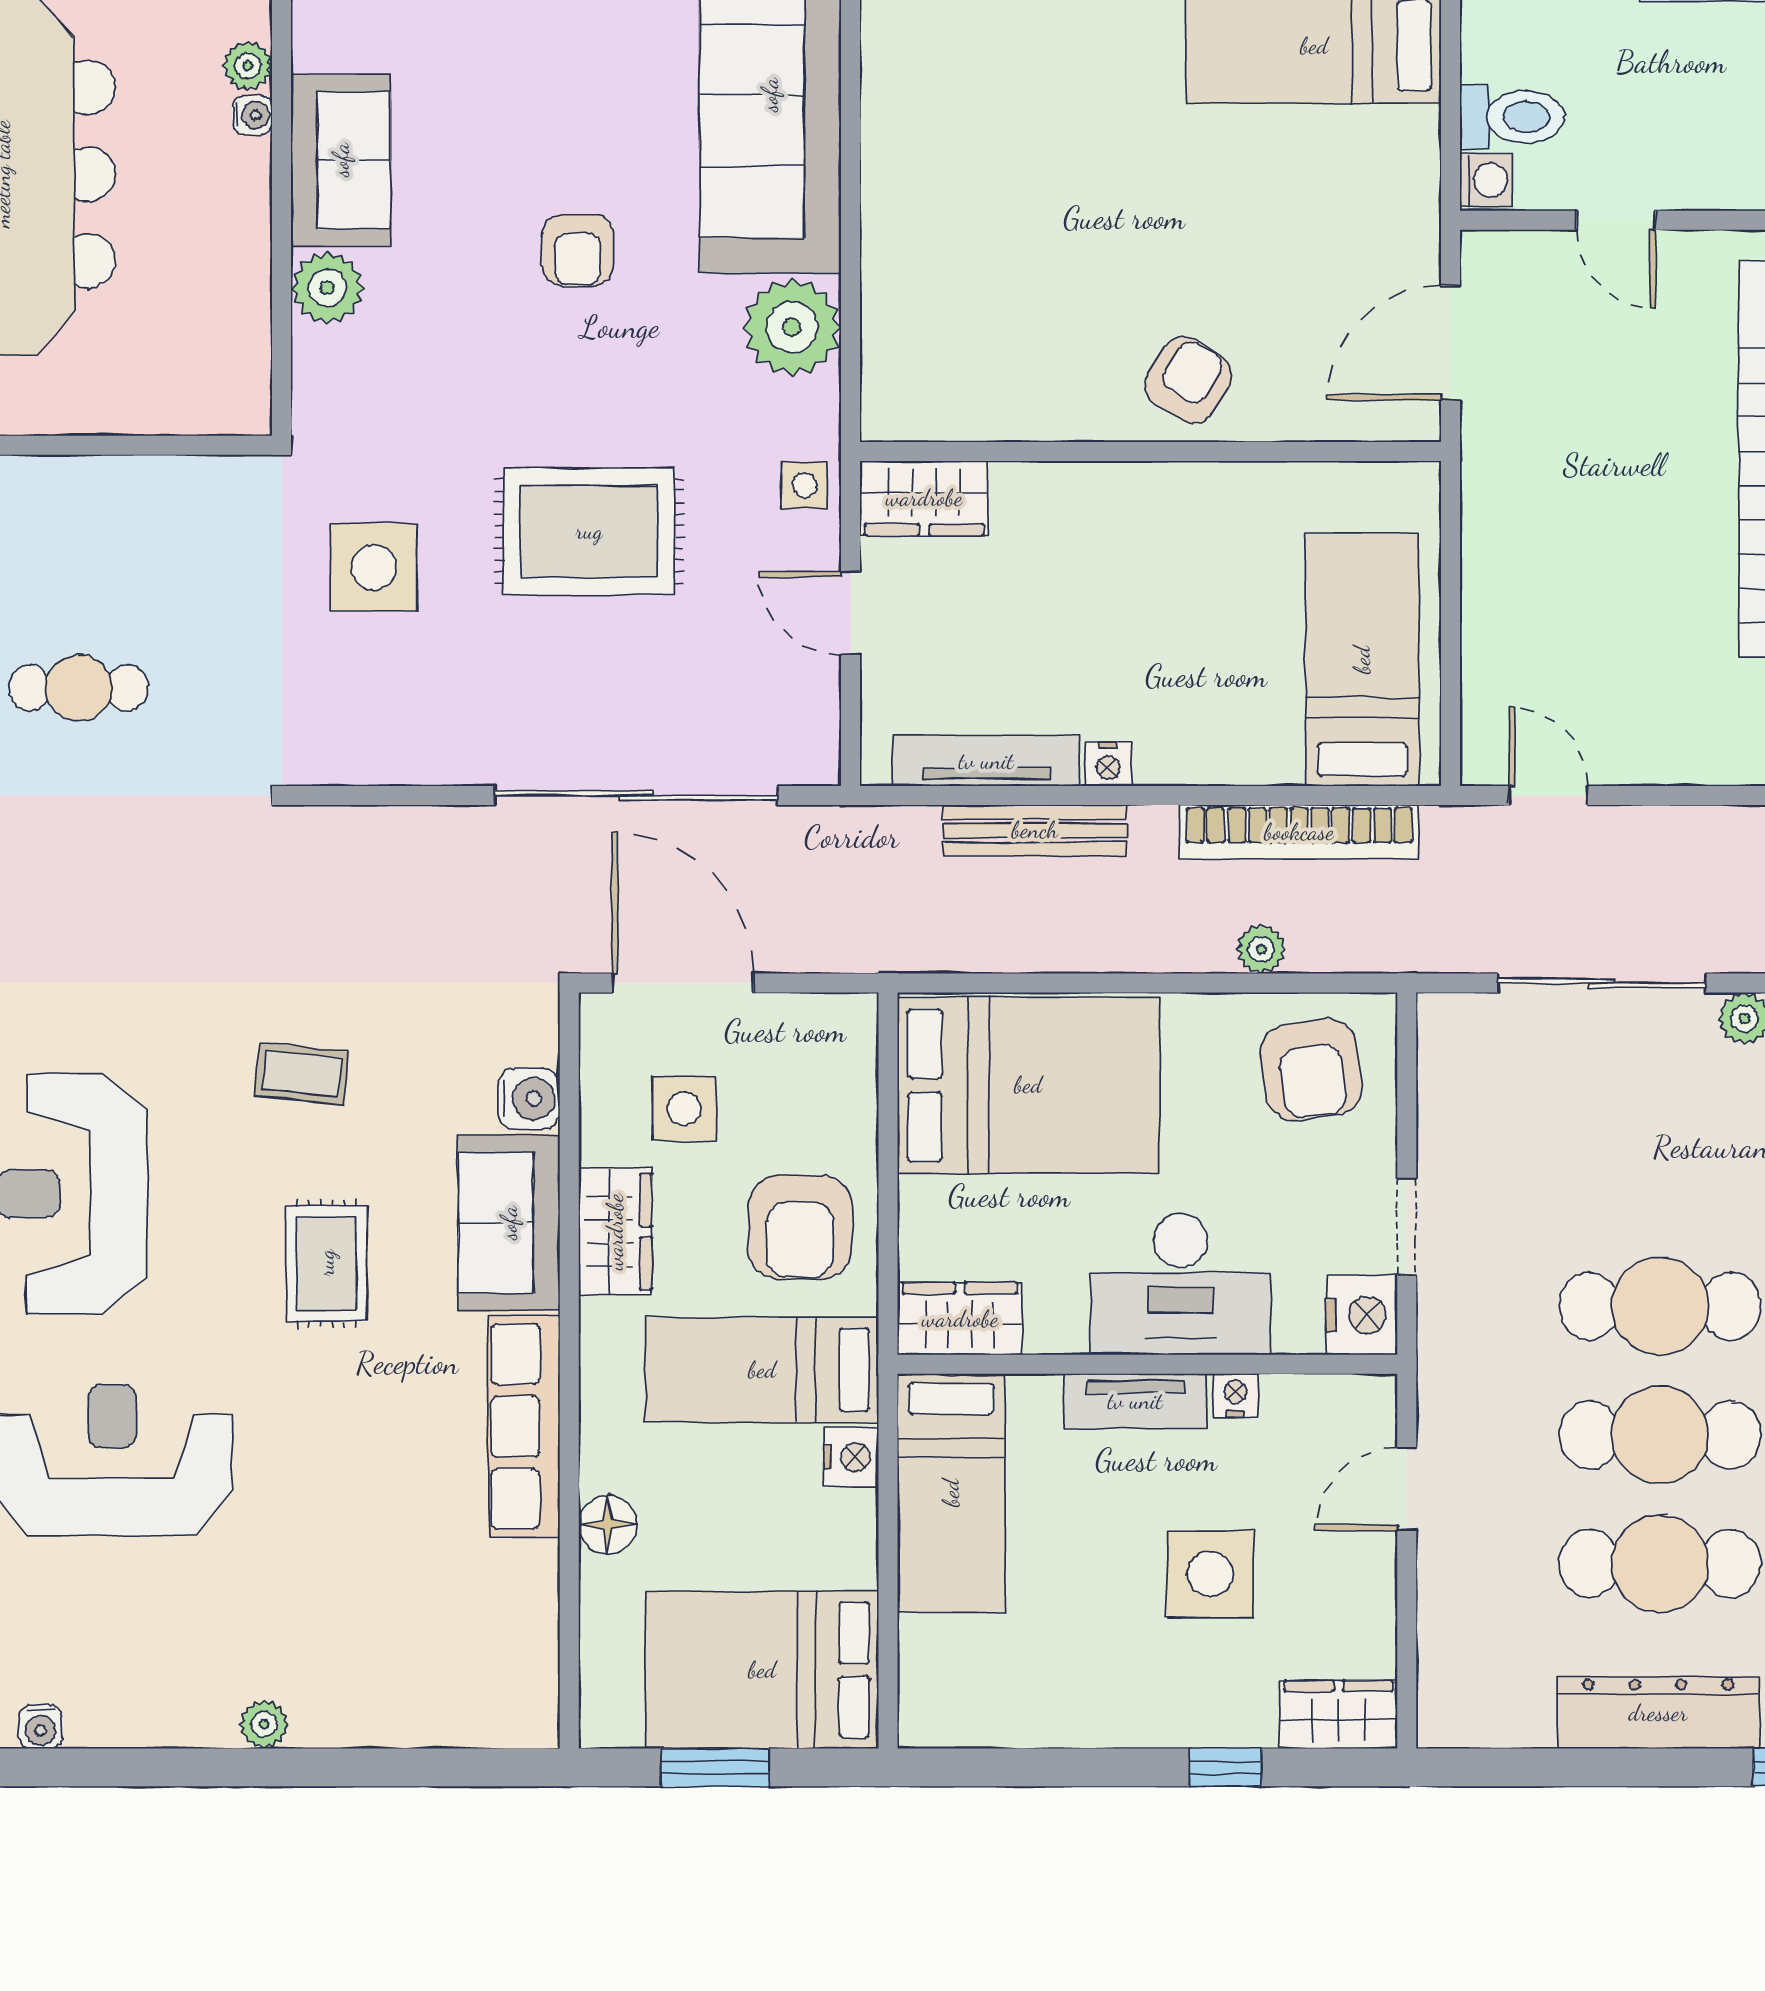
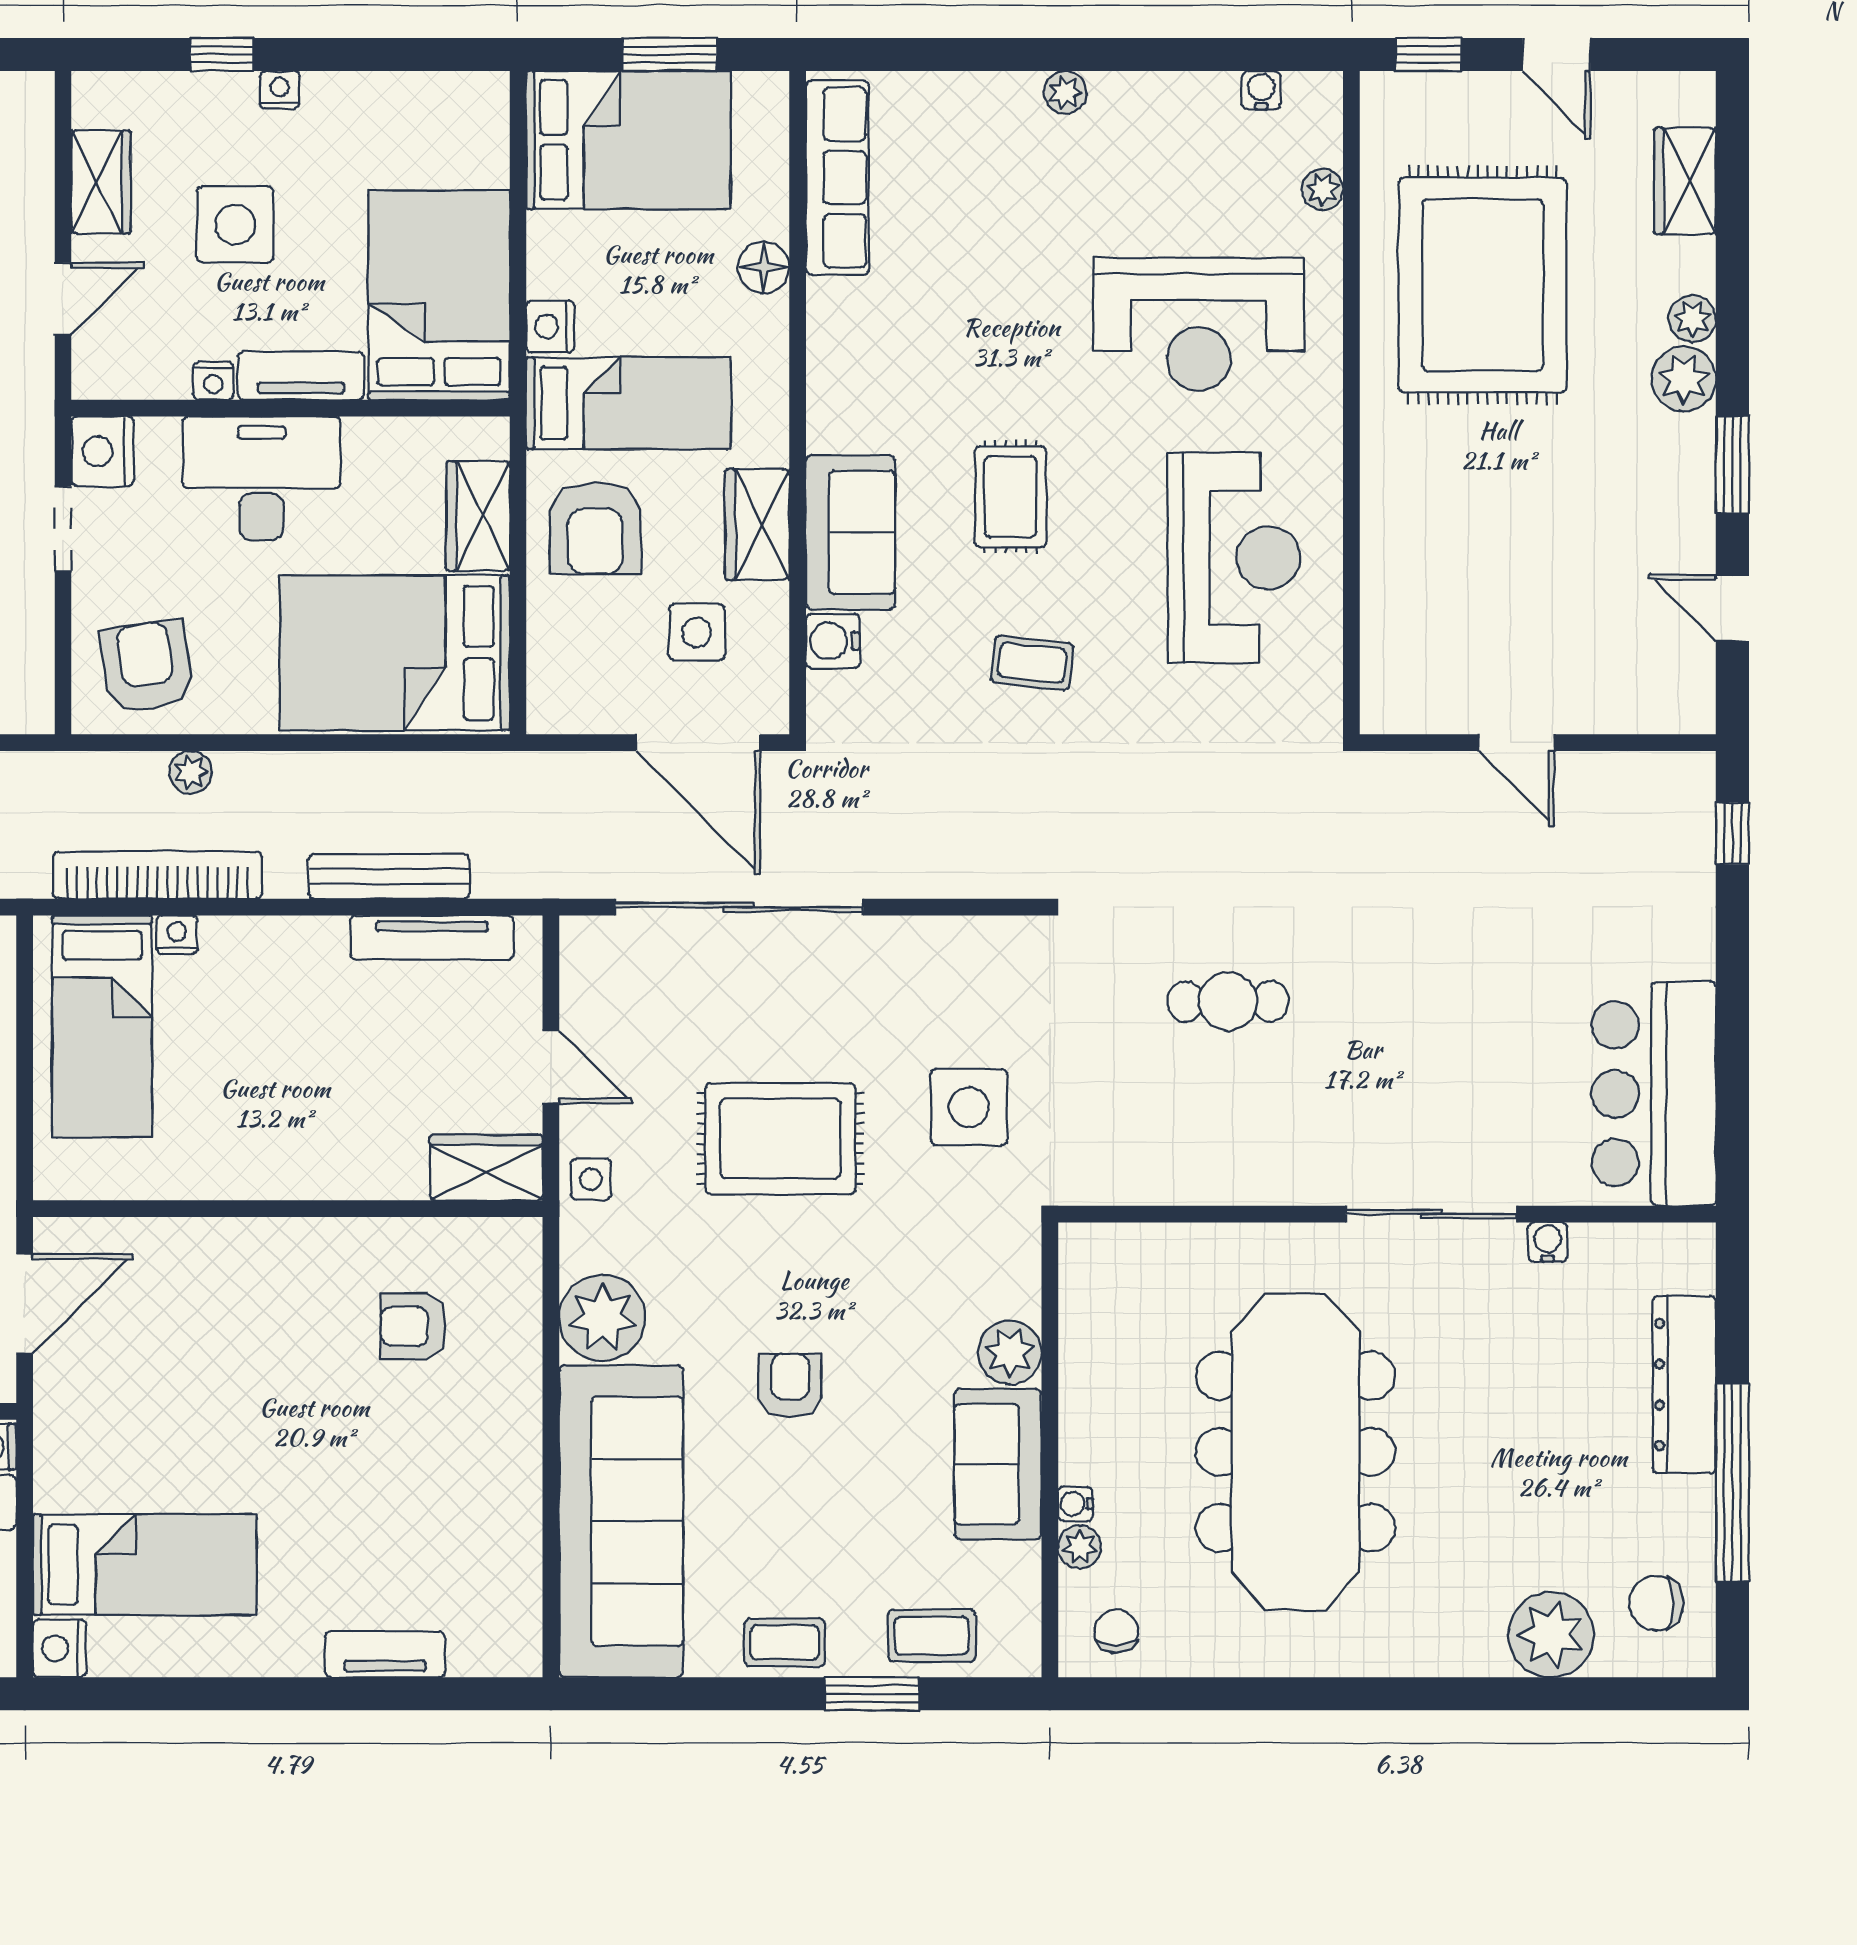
armchair: (1188, 380) -> (414, 1326), moved, turned 58
nightstand: (1108, 764) -> (177, 935), moved
armchair: (800, 1227) -> (595, 528), turned 180
wardrobe: (960, 1319) -> (478, 516), moved, turned 90
row of seats: (524, 1426) -> (837, 177), moved
bed: (951, 1493) -> (439, 295), width x1.50
wardrobe: (1339, 1715) -> (101, 182), moved, turned -90
nightstand: (1160, 1727) -> (280, 90), added

